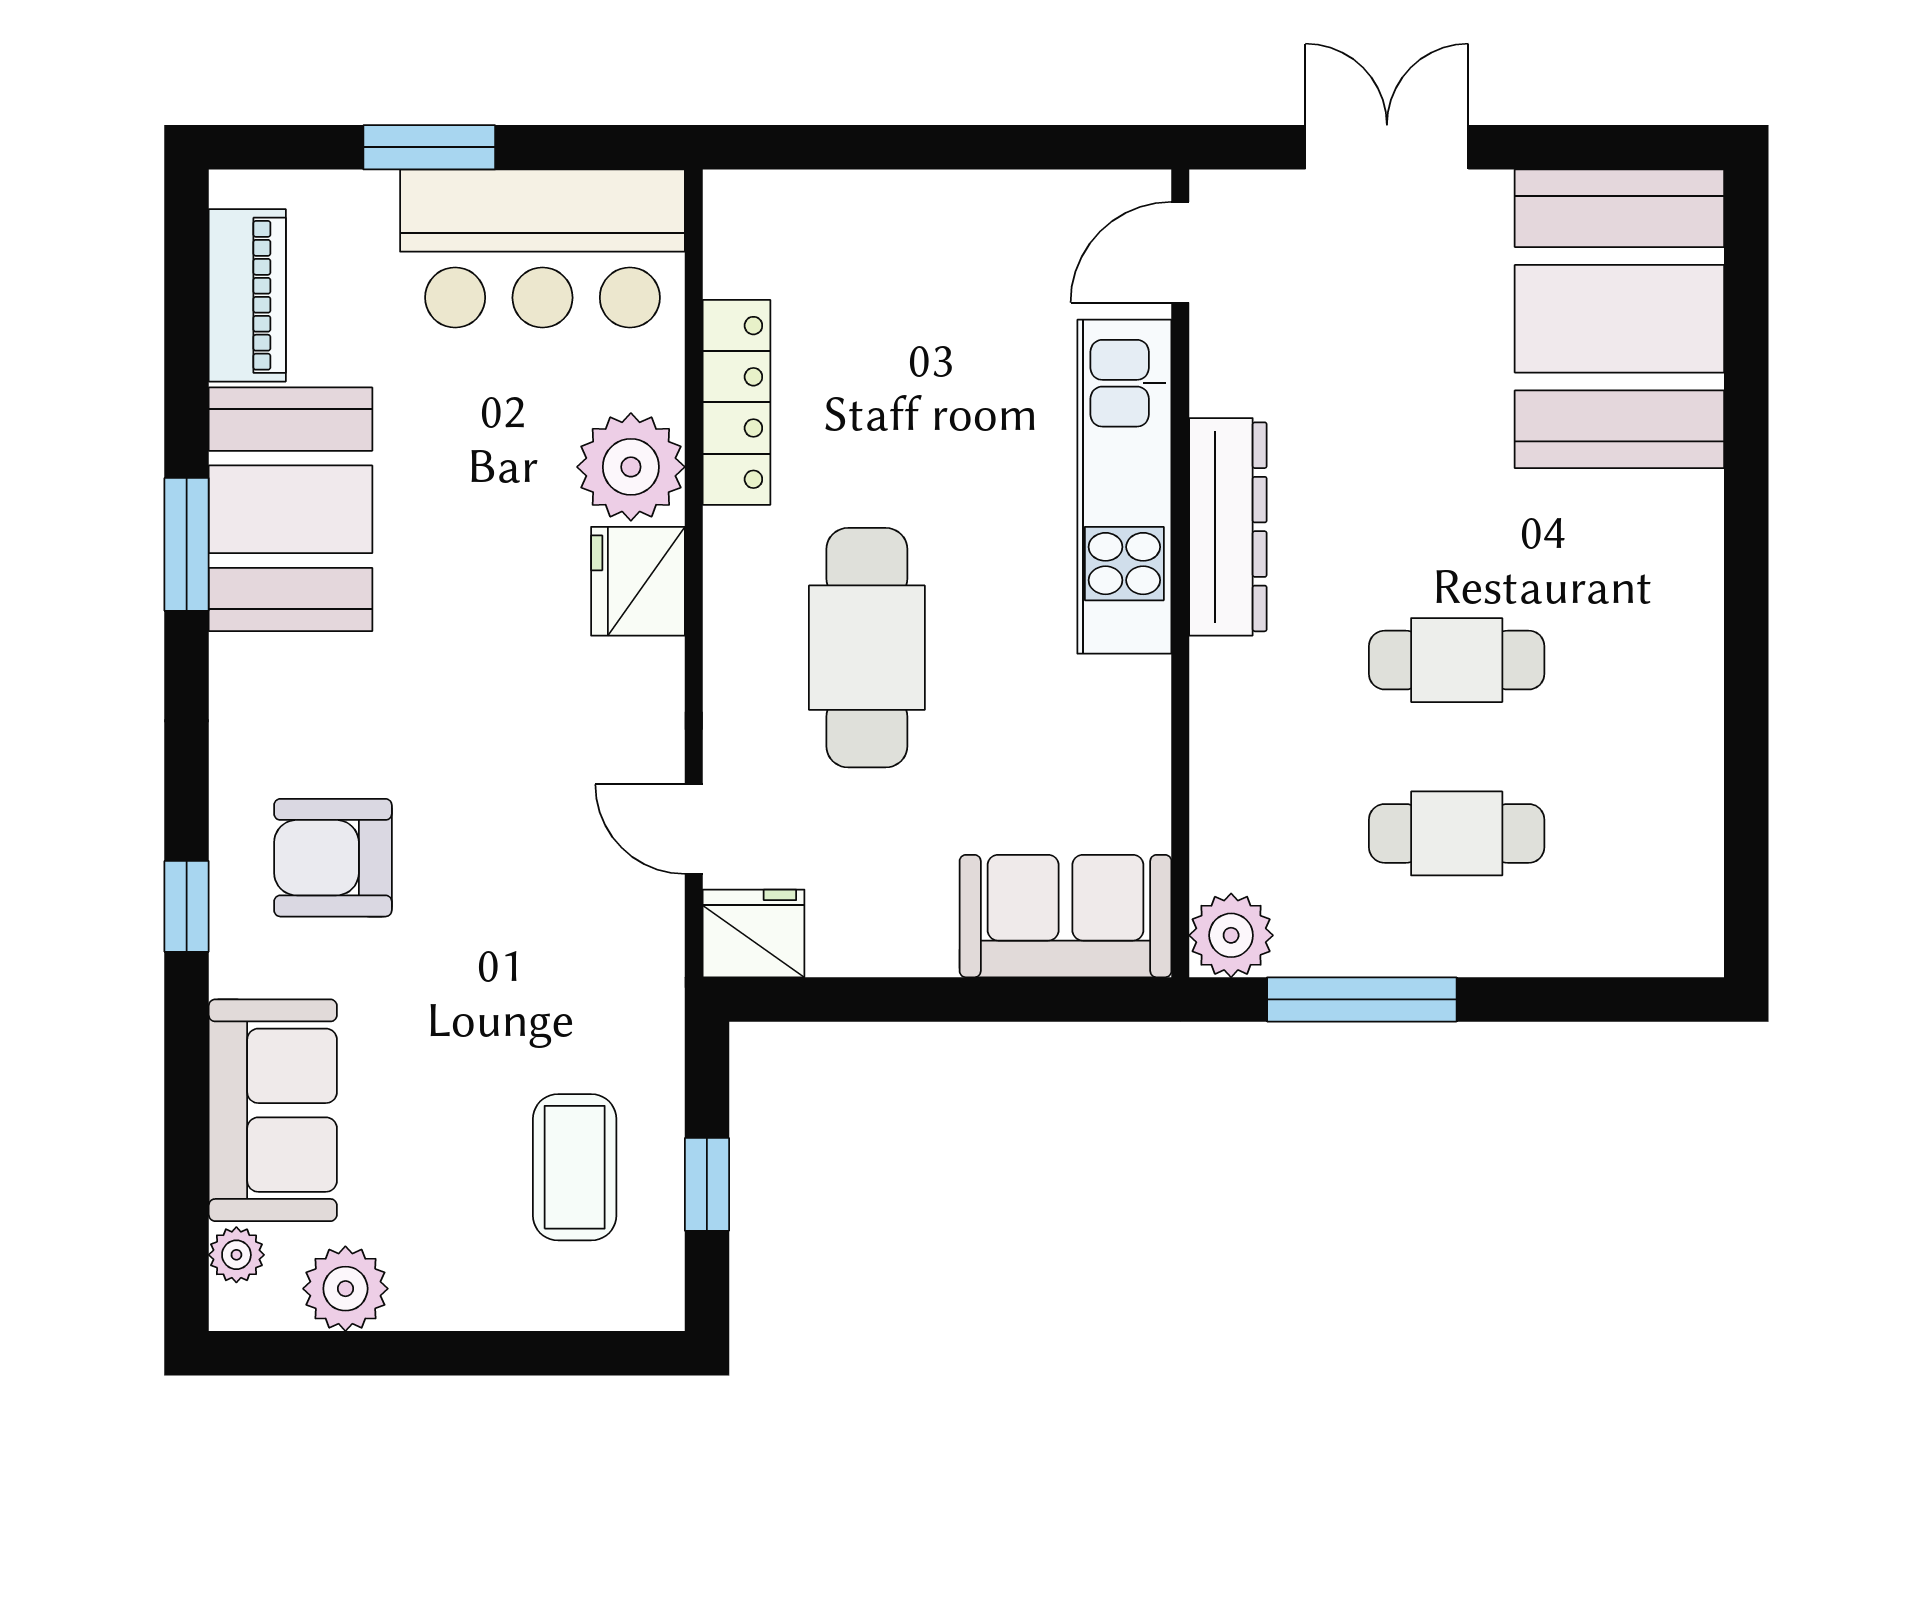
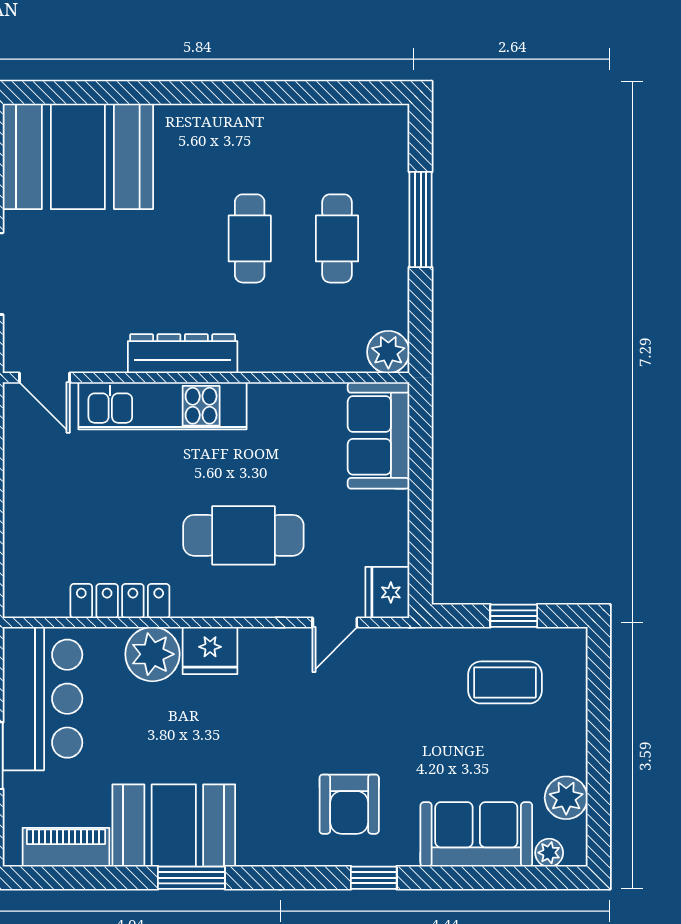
window: (1362, 999) -> (421, 219), moved

